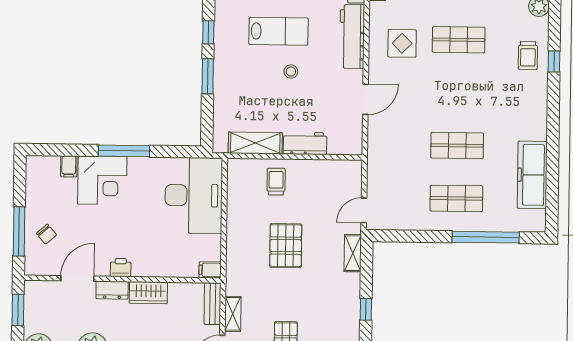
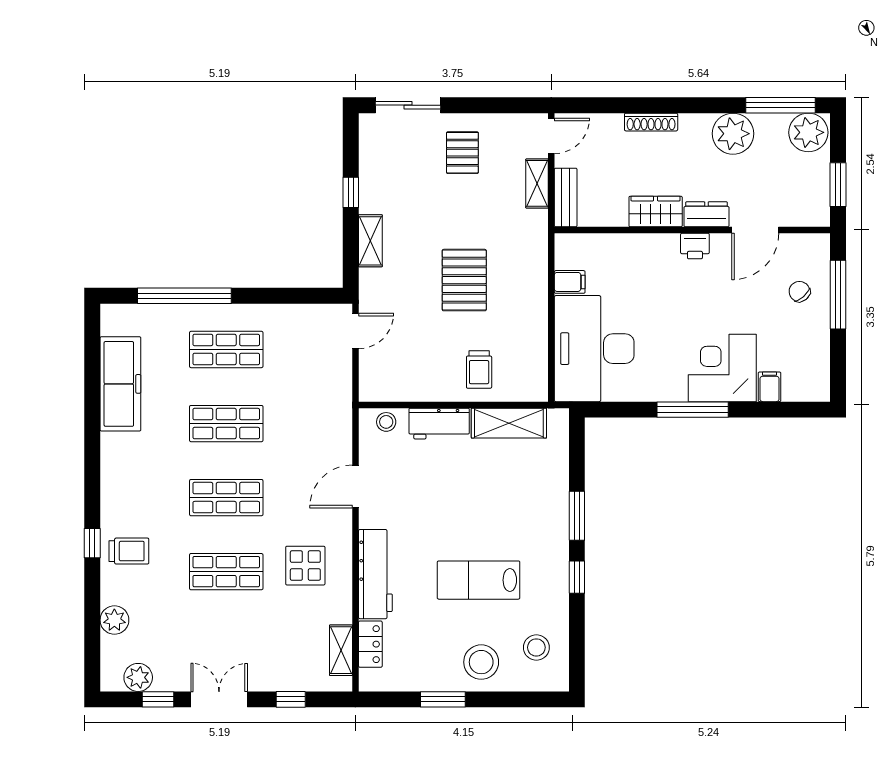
trolley: (528, 55) -> (129, 551), turned 90
stool: (291, 72) -> (386, 422), moved
shop shelf: (458, 93) -> (226, 498), added
shelving: (353, 253) -> (370, 241), moved
filing cabinet: (210, 270) -> (570, 282), moved

